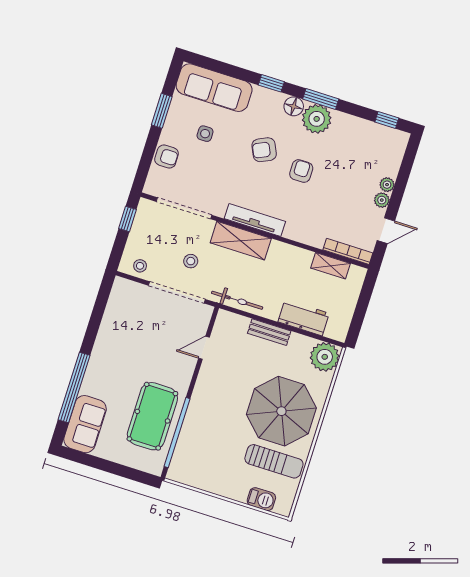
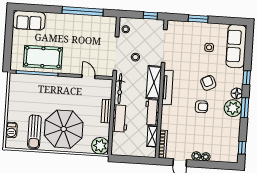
window: (162, 111) -> (198, 19), moved
armchair: (167, 156) -> (191, 29), removed
workbench: (290, 256) -> (152, 112), added
workbench: (304, 318) -> (120, 118), moved
window: (74, 388) -> (83, 11), moved

